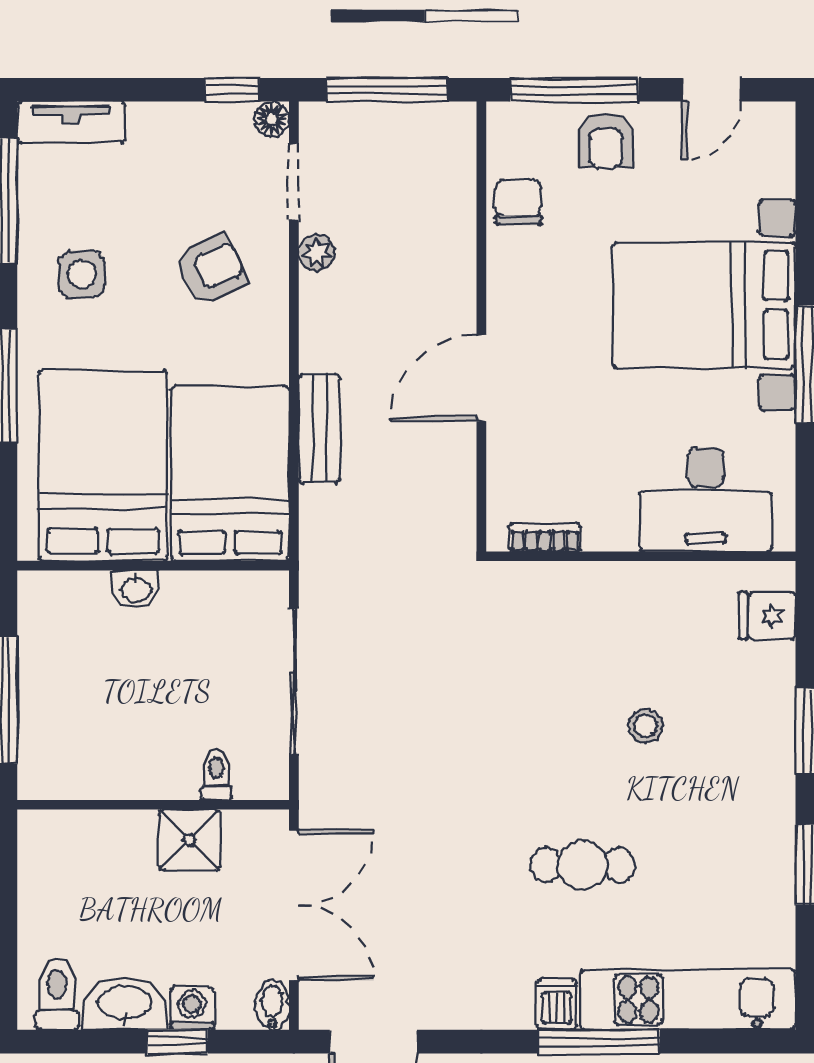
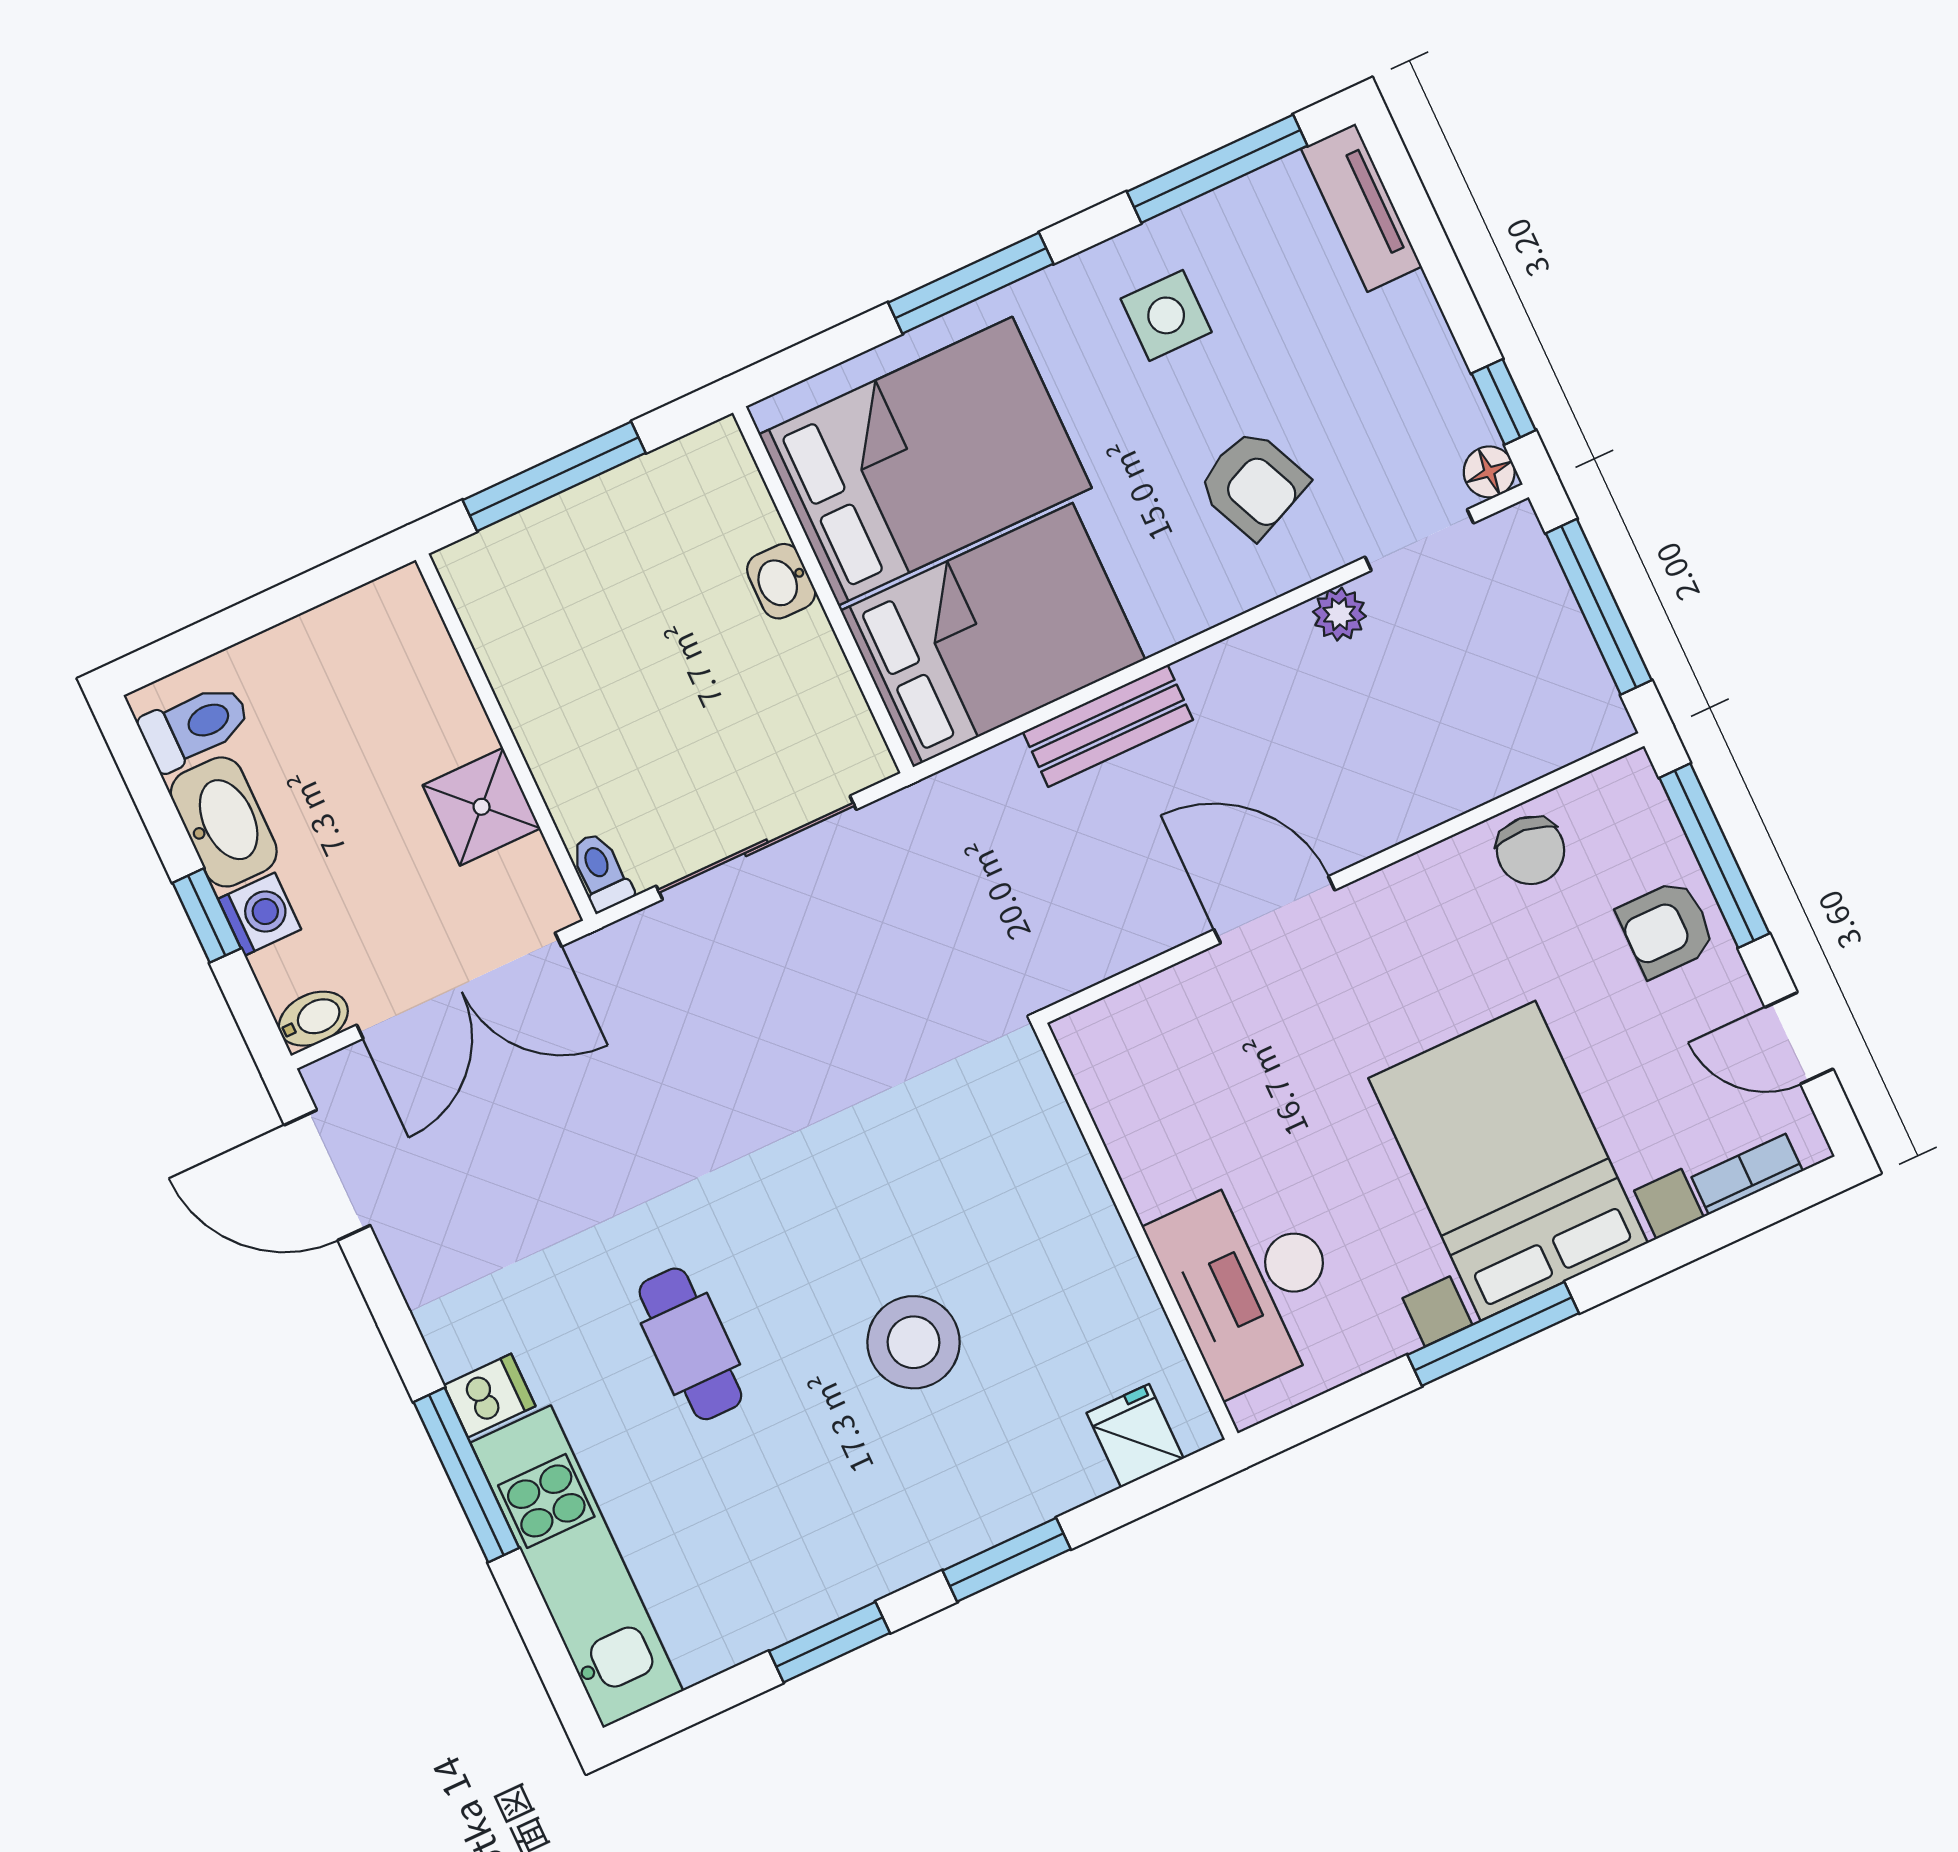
chair: (518, 202) -> (1531, 850), turned 96
bookcase: (545, 537) -> (1747, 1174), moved, turned -90
stool: (646, 726) -> (914, 1342), width x1.89, depth x1.89
toilet: (216, 775) -> (601, 872), moved, turned -90

